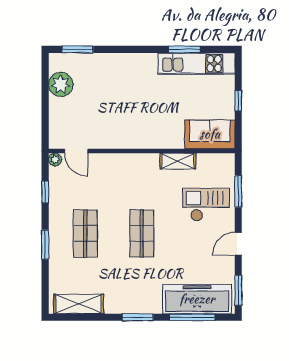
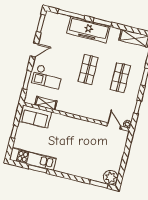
plant: (61, 84) -> (111, 177), moved
shelving: (178, 161) -> (46, 103), moved
freezer: (197, 299) -> (88, 30), moved

